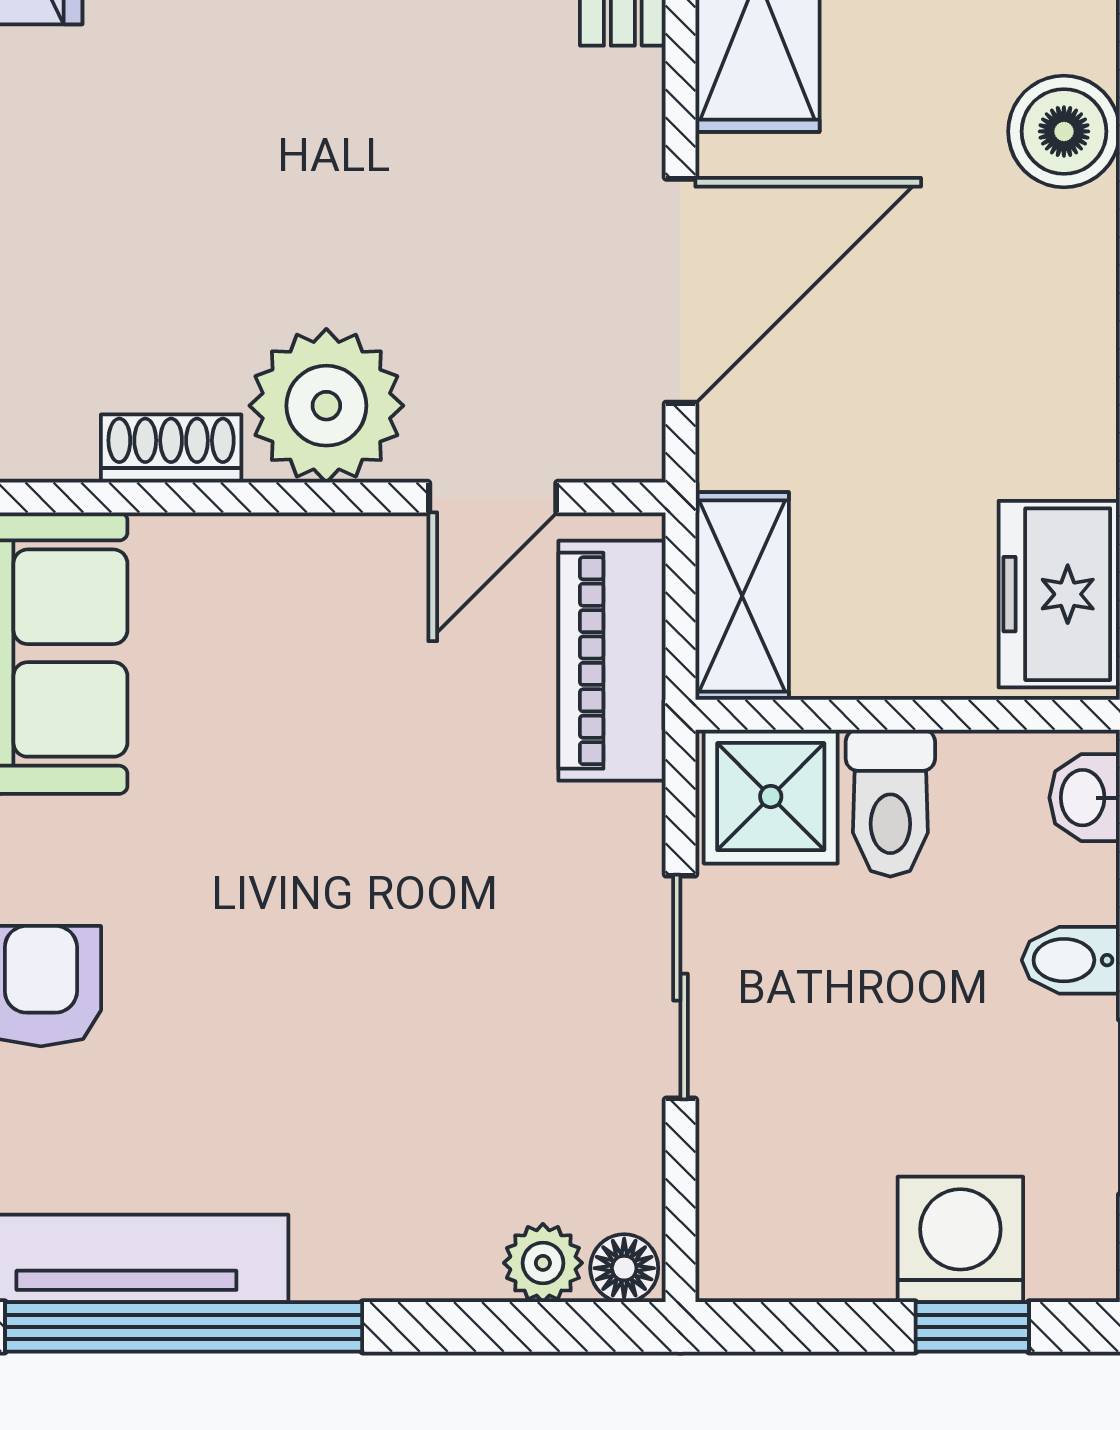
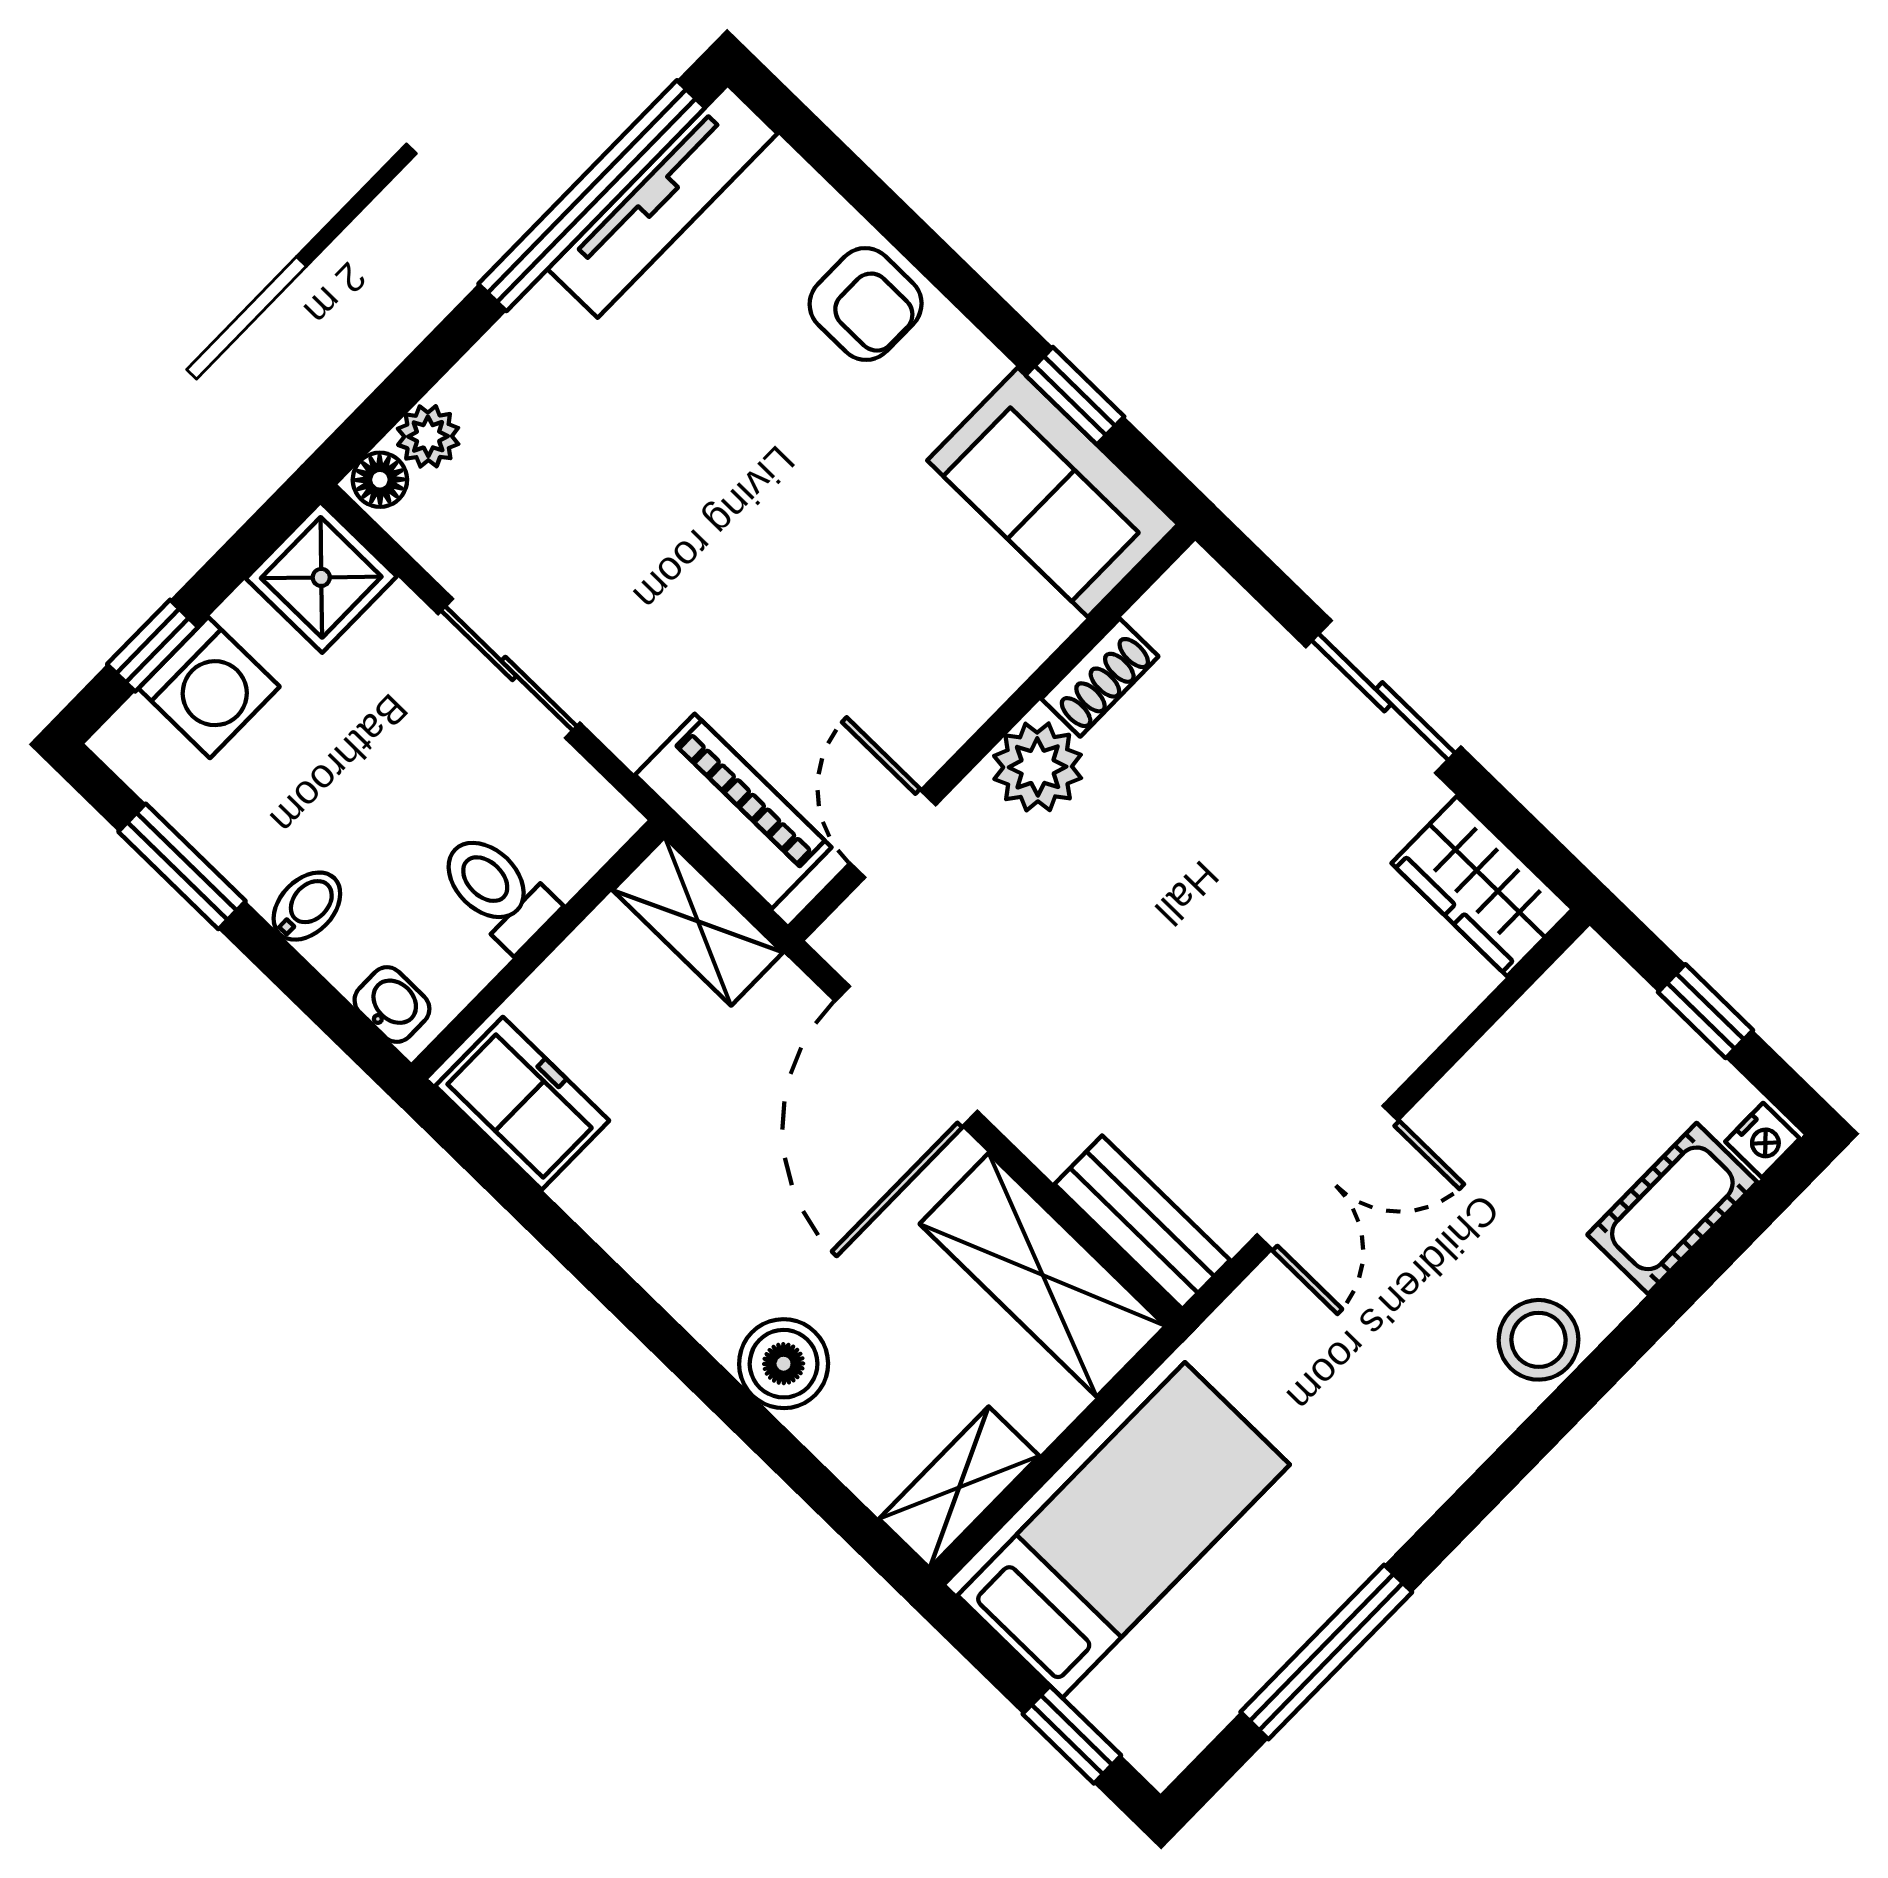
plant: (326, 406) -> (1038, 767), width x0.73, depth x0.73
shower: (771, 797) -> (321, 577), moved

